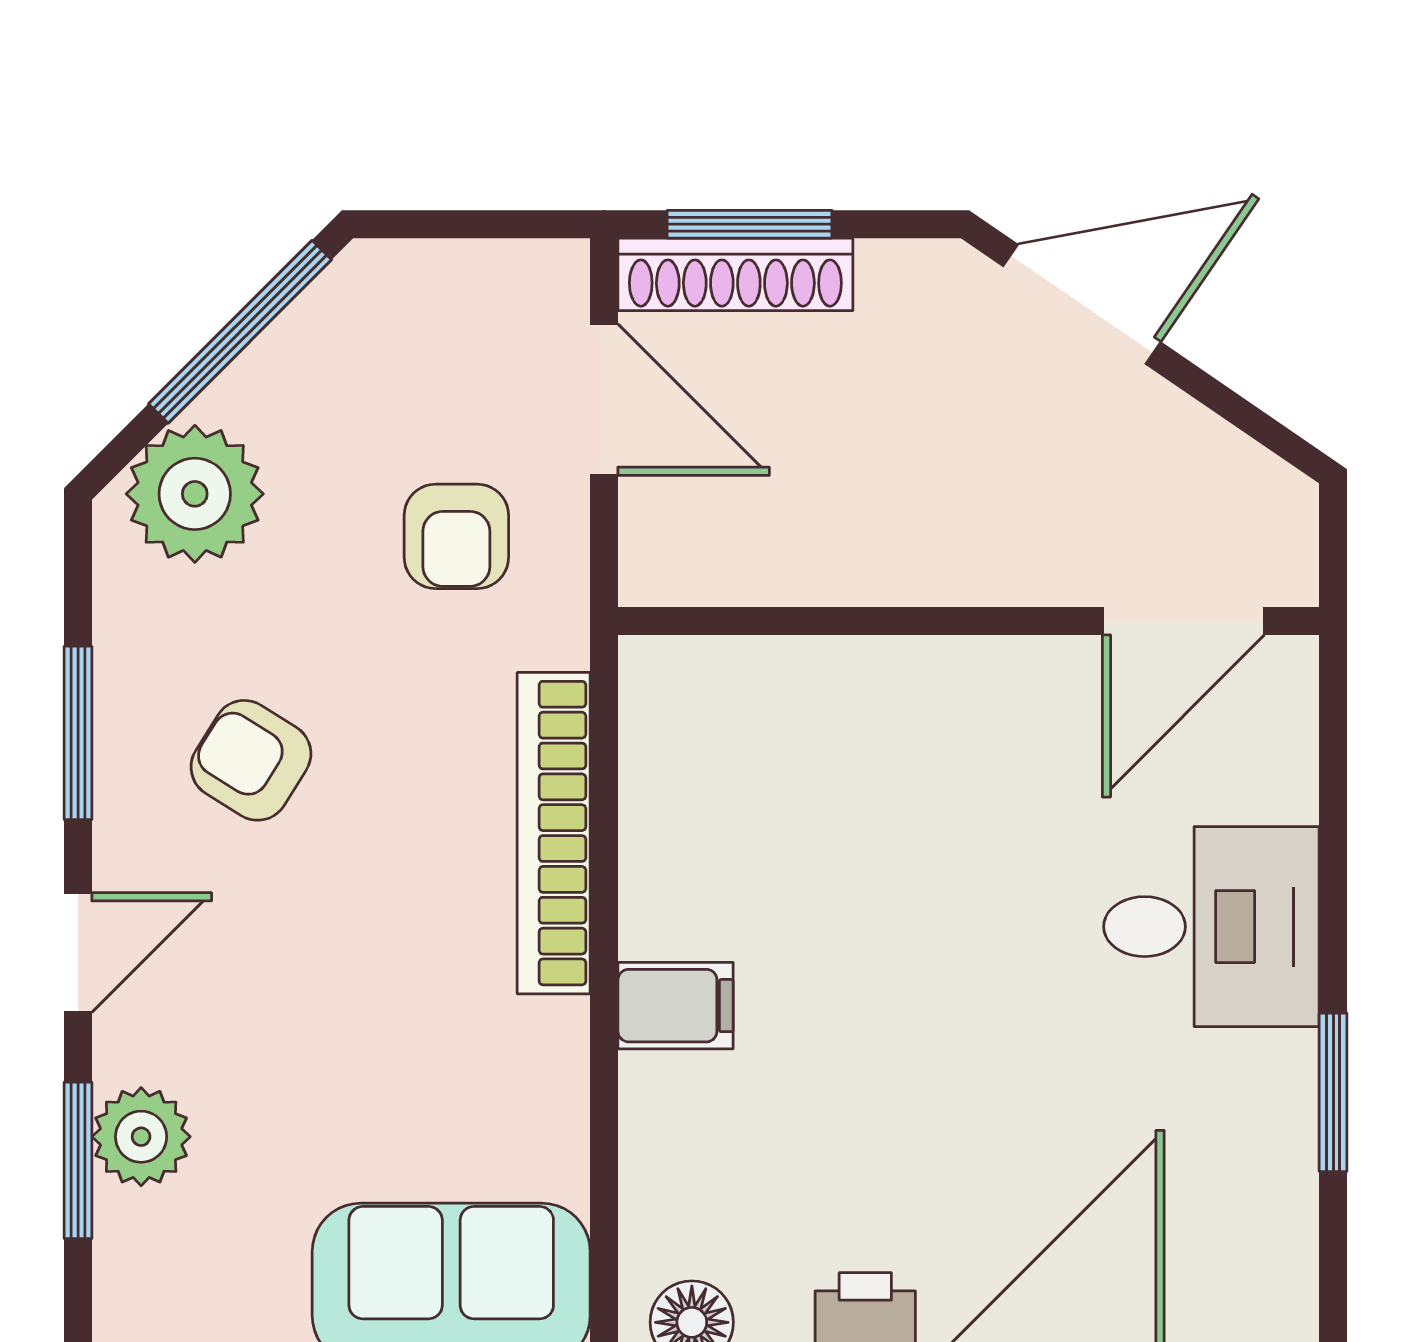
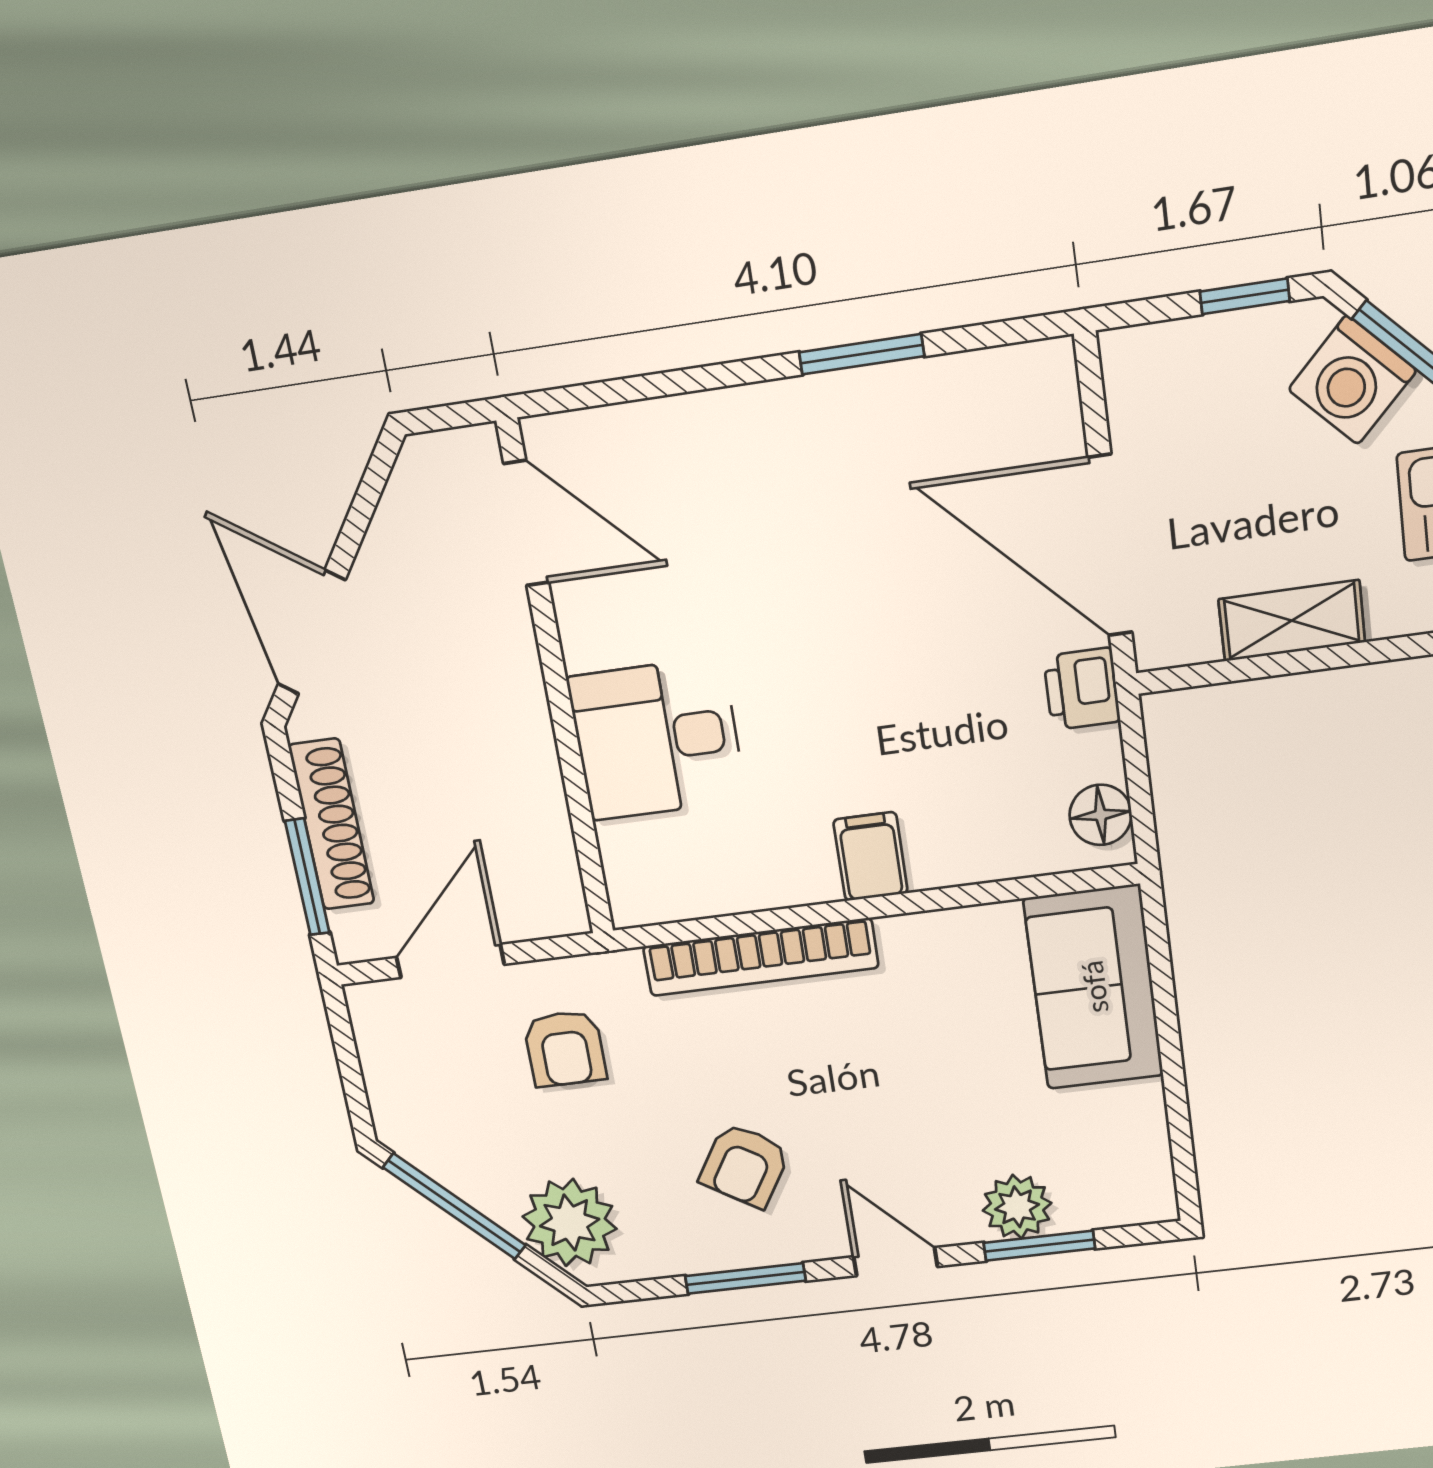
shoe rack: (735, 274) -> (332, 824), moved
armchair: (456, 536) -> (565, 1049), turned 90
desk: (1211, 927) -> (657, 739), moved, turned -90

